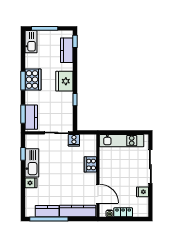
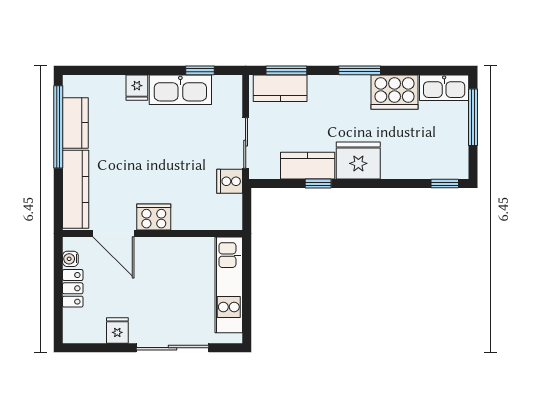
kitchen counter: (67, 50) -> (308, 166), moved
cooker: (33, 79) -> (395, 92), moved
cooker: (90, 164) -> (154, 217), moved
door: (98, 194) -> (114, 233), hinge flipped

